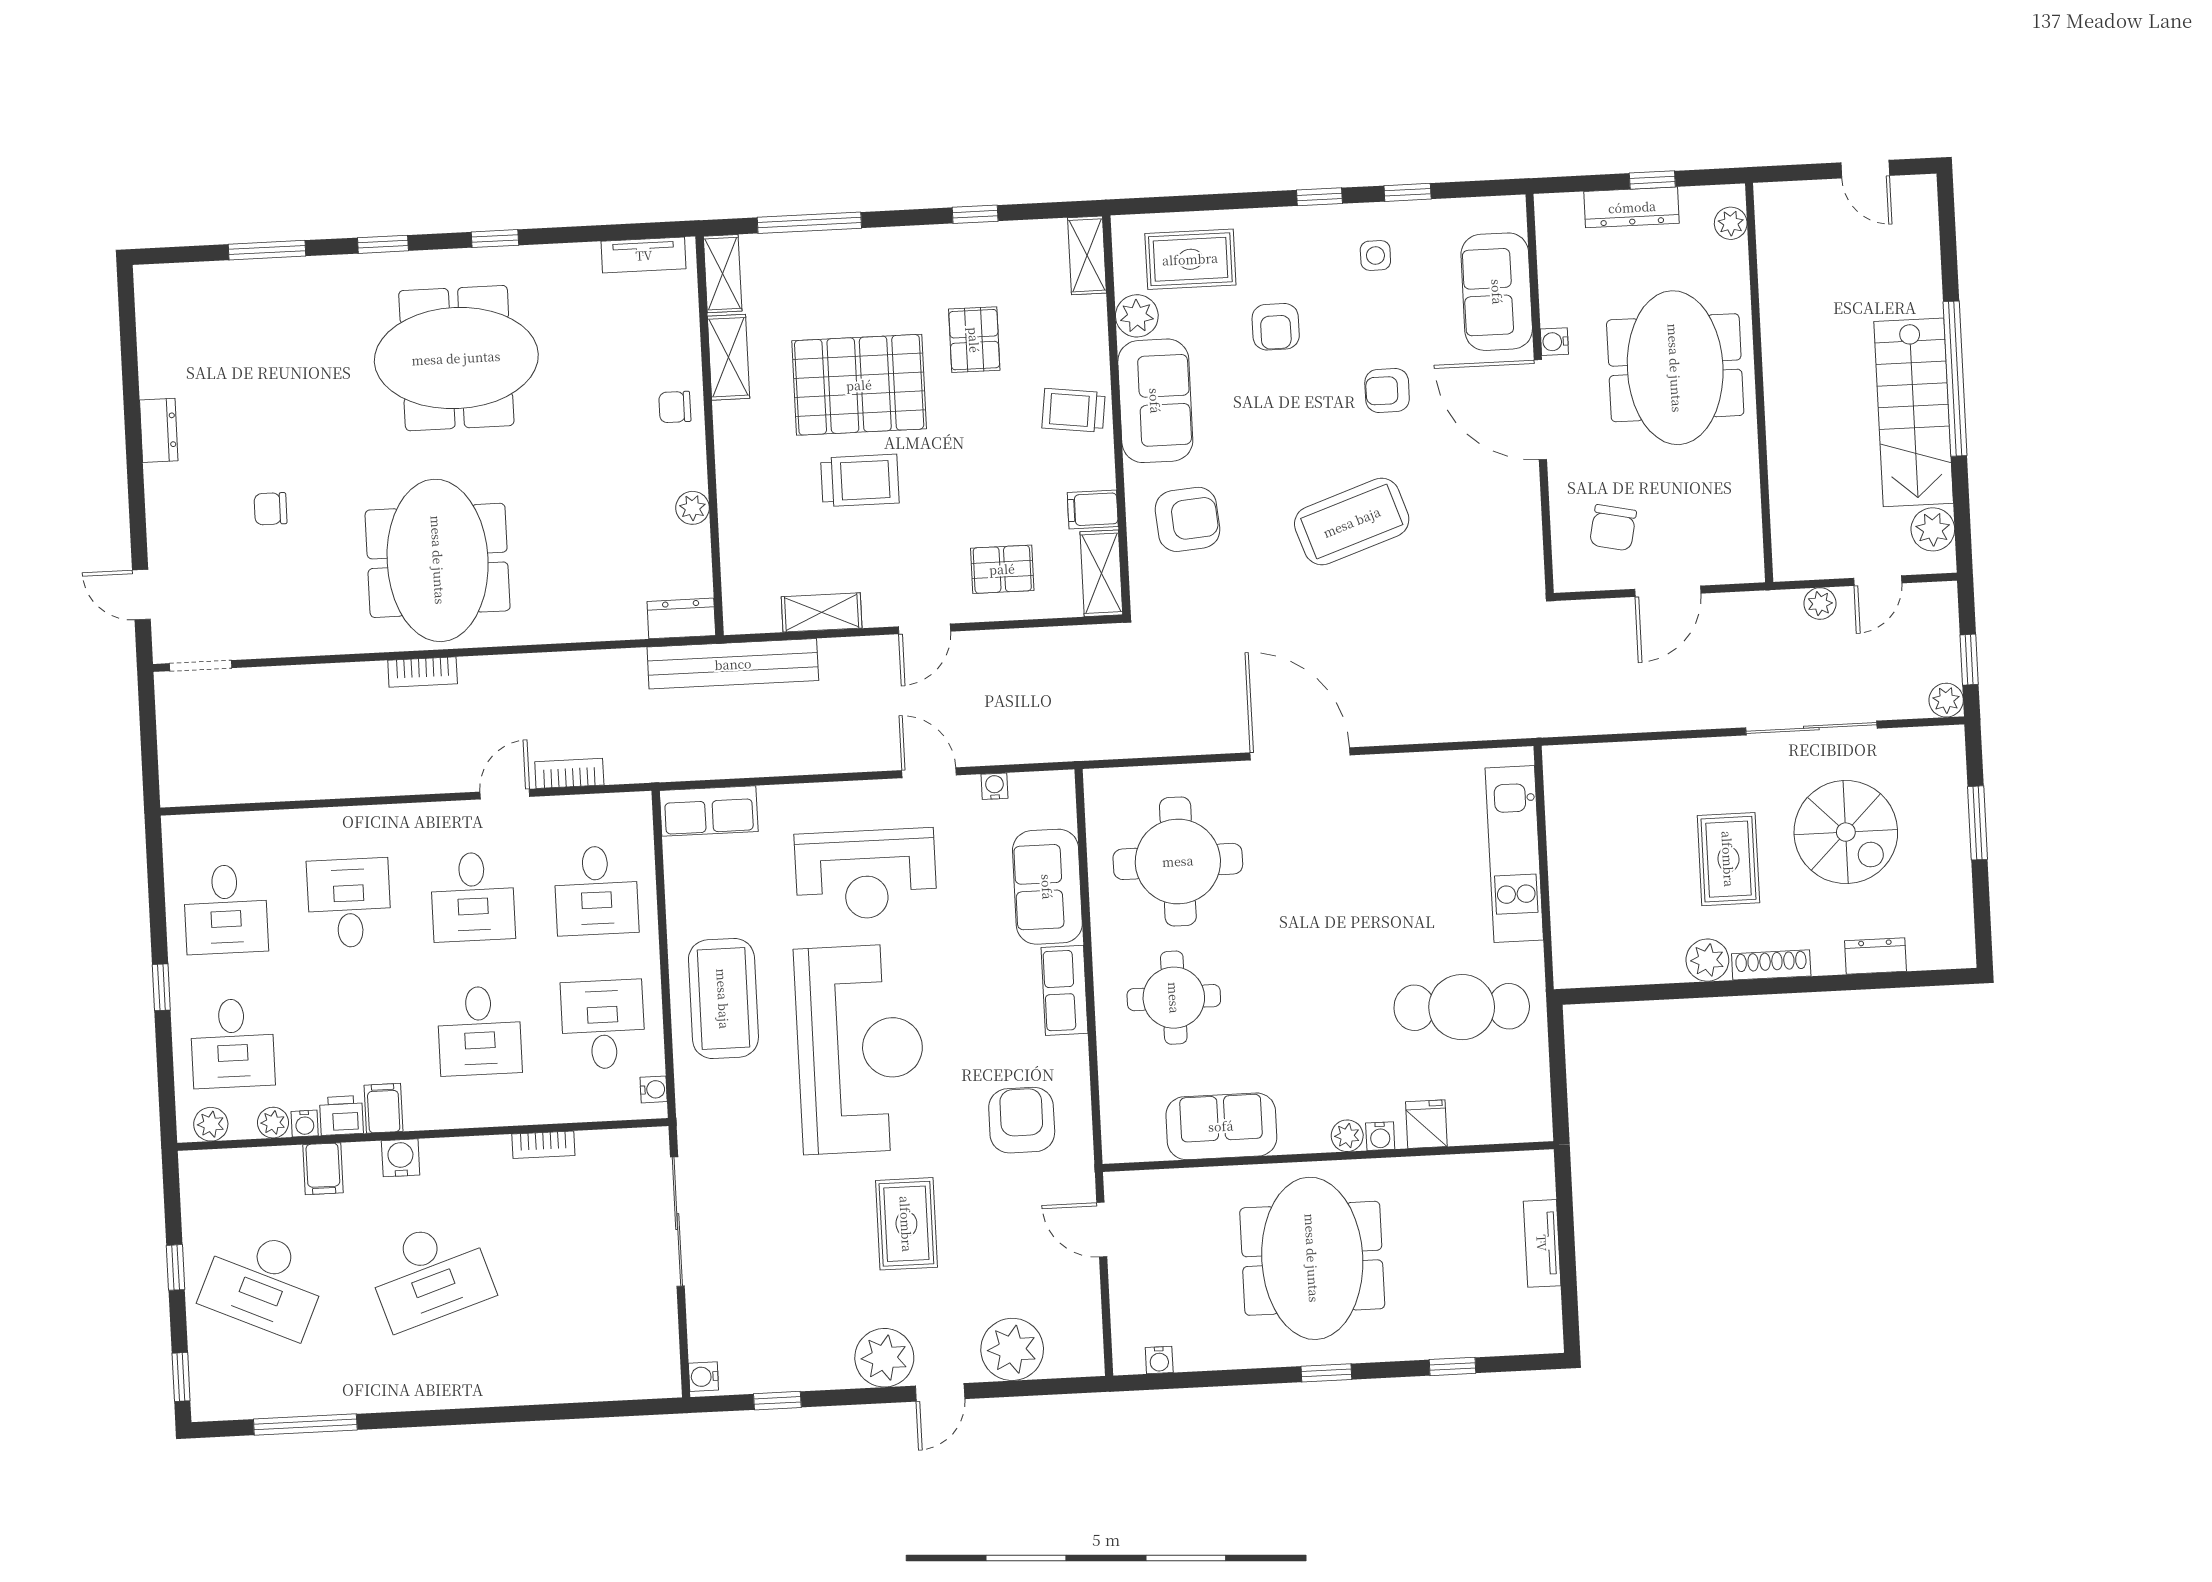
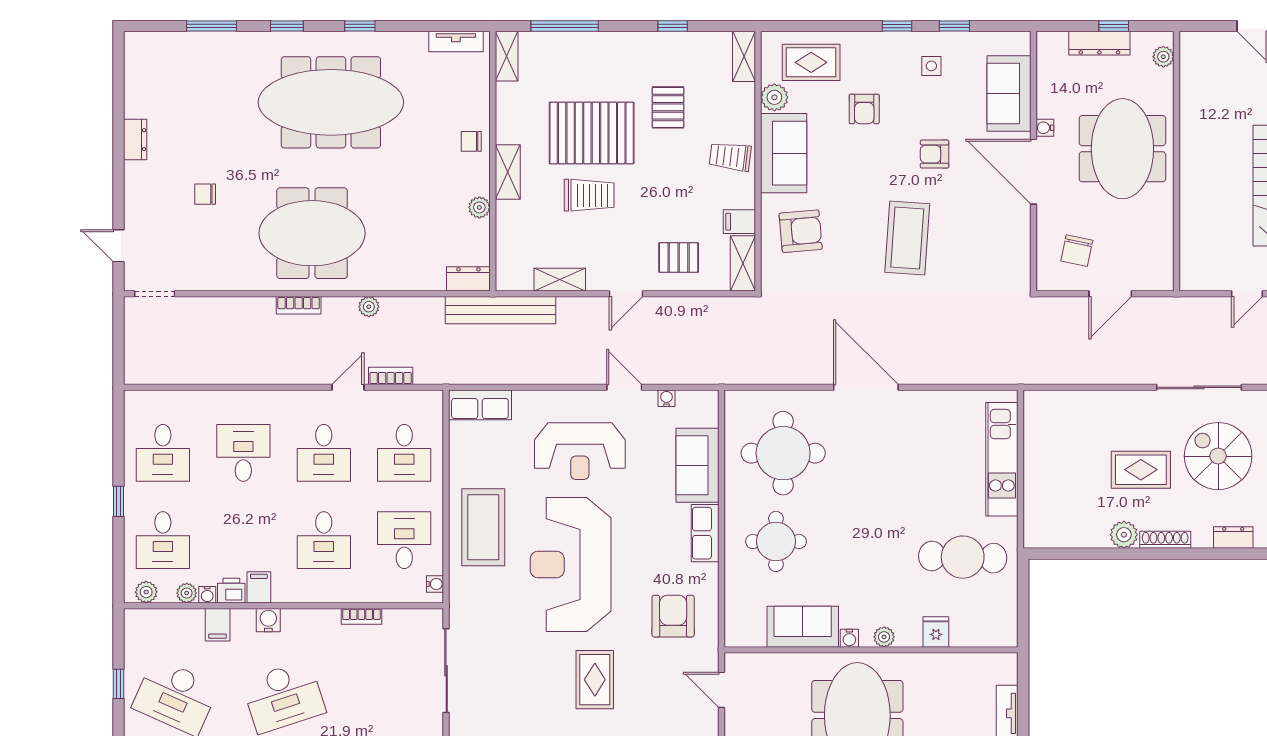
shelving: (729, 357) -> (508, 172), moved
meeting table: (456, 358) -> (331, 102), width x1.36
coffee table: (1352, 522) -> (907, 238), turned -67
meeting table: (438, 560) -> (312, 233), turned 90
plant: (1820, 603) -> (369, 307), moved
spiral stairs: (1846, 832) -> (1218, 456), turned 180
rug: (1728, 859) -> (1141, 470), turned 90
reception desk: (860, 1049) -> (571, 565), turned 180
water cooler: (1380, 1136) -> (849, 638), moved

